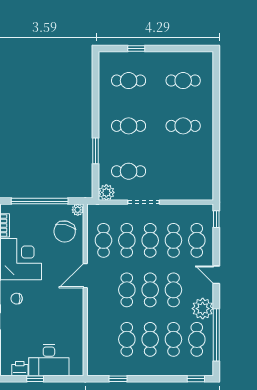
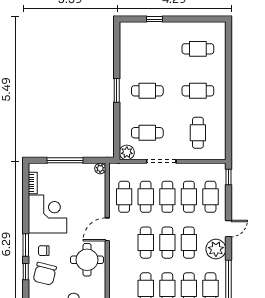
cafe table: (129, 81) -> (198, 133), moved, turned 90
window: (96, 151) -> (117, 90), moved
window: (40, 201) -> (65, 160), width x0.68
chair: (65, 231) -> (45, 274), moved
door: (216, 275) -> (228, 229), swing flipped
round table: (63, 308) -> (87, 260), added
plant: (203, 309) -> (216, 249), moved

